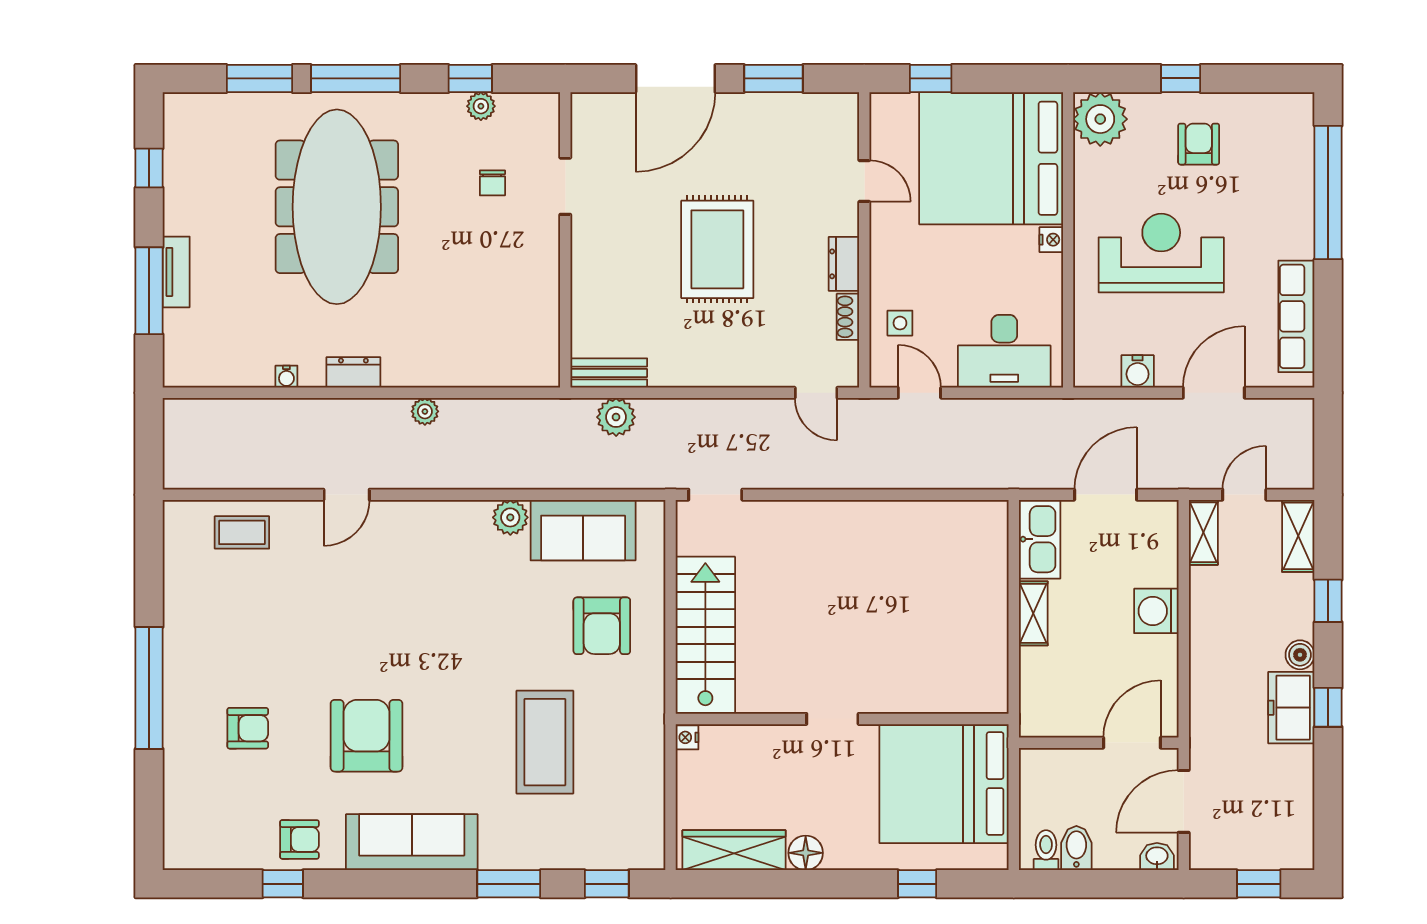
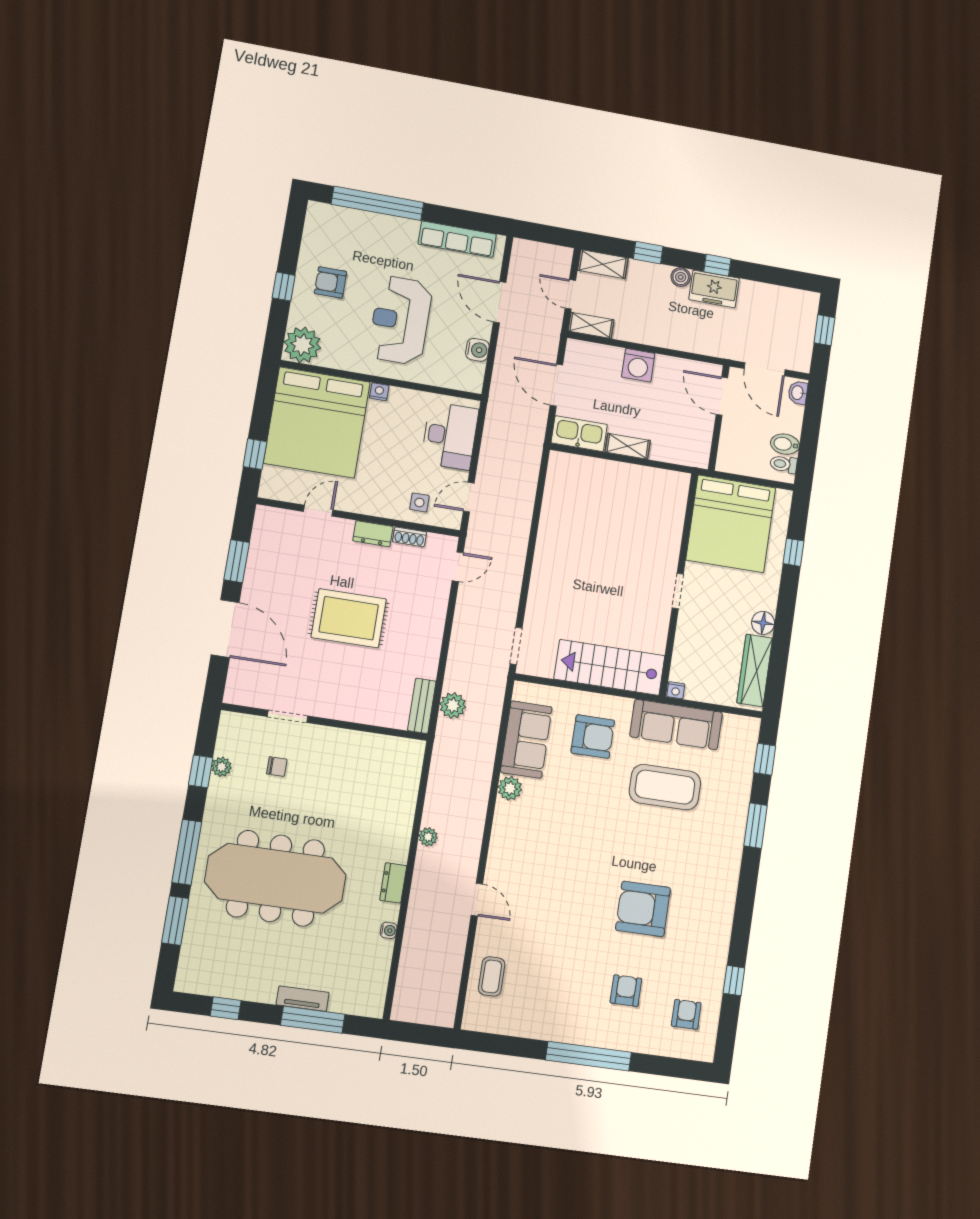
armchair: (299, 839) -> (686, 1014), moved
sofa: (412, 842) -> (676, 724), moved, turned -90

